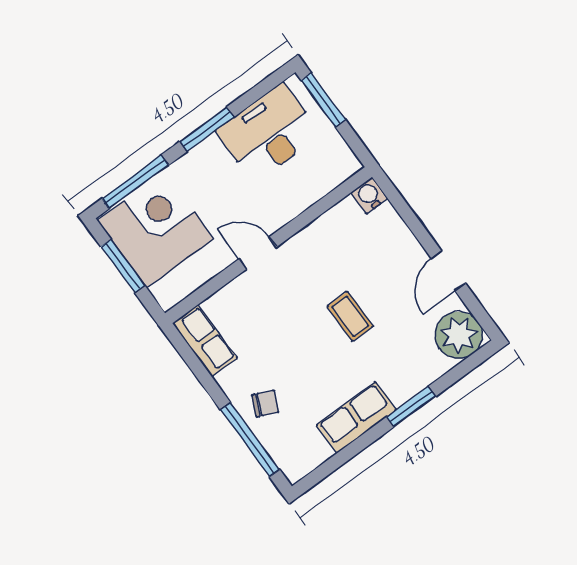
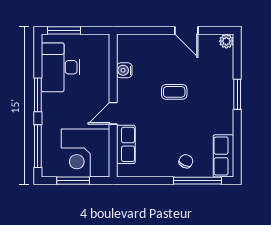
water cooler: (369, 195) -> (124, 70), moved
corner desk: (156, 230) -> (85, 153), moved, turned -90
plant: (459, 335) -> (226, 41), width x0.53, depth x0.53
row of seats: (205, 341) -> (126, 144), moved, turned 90
row of seats: (356, 417) -> (223, 156), moved

